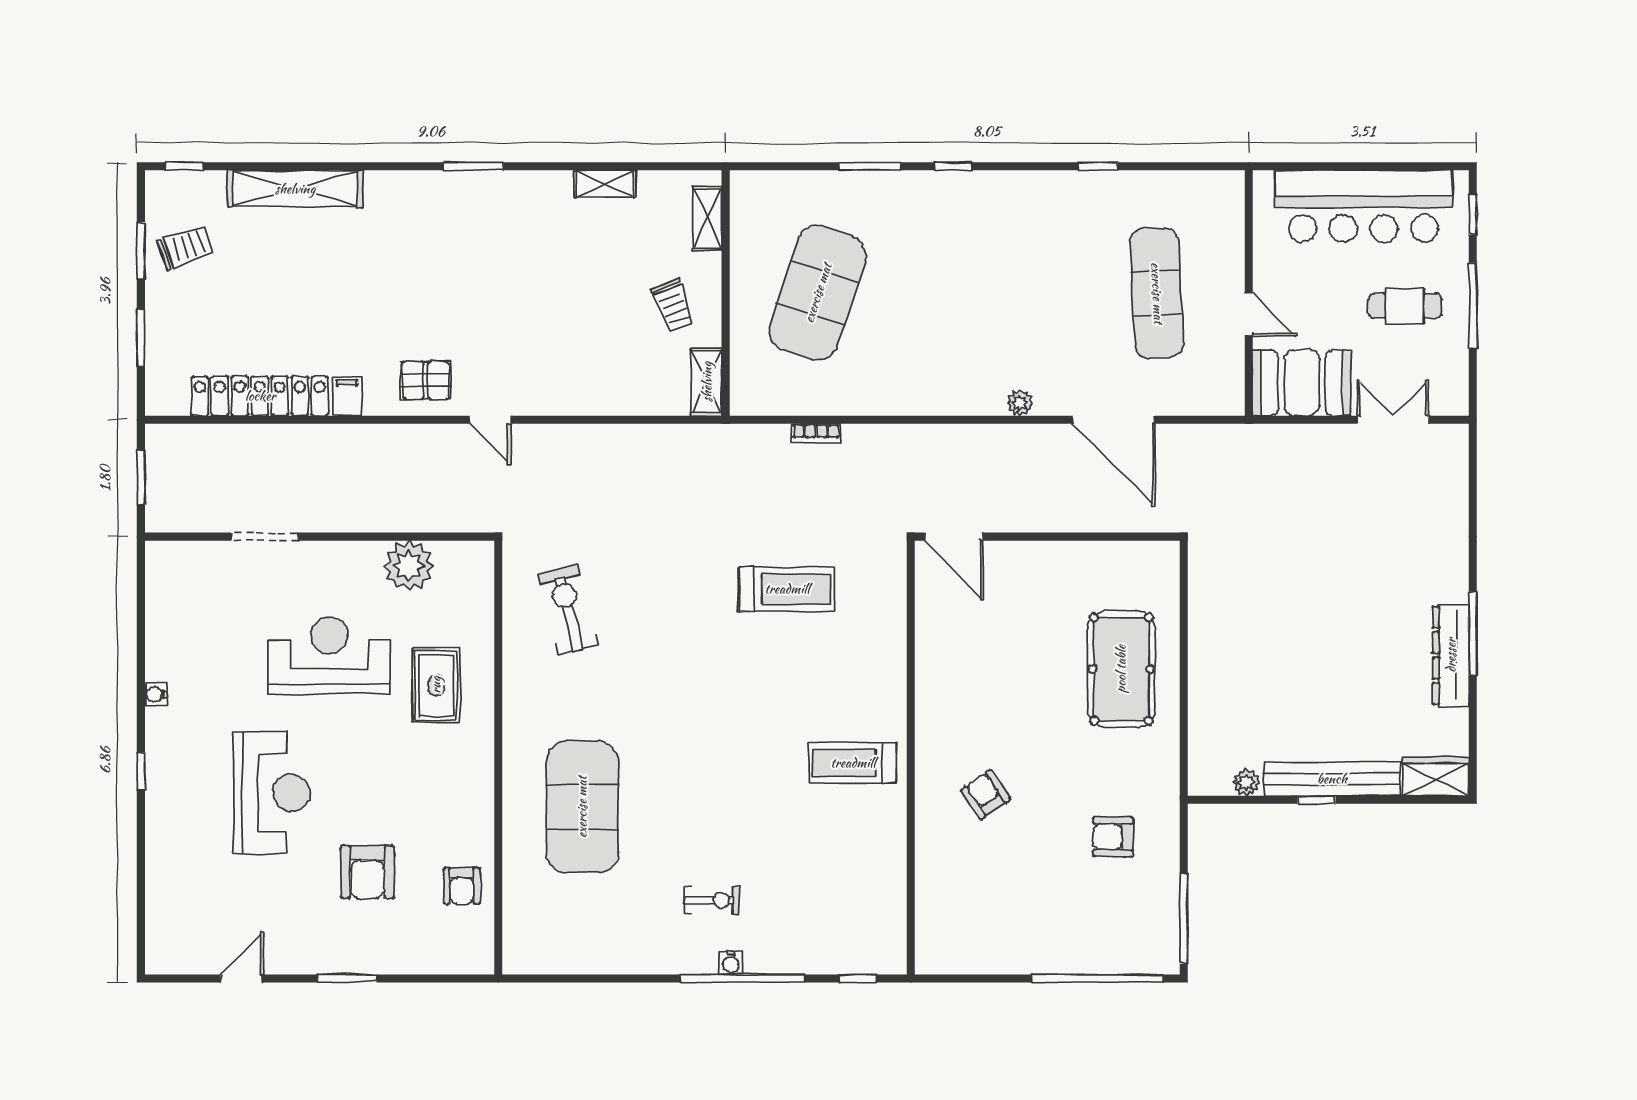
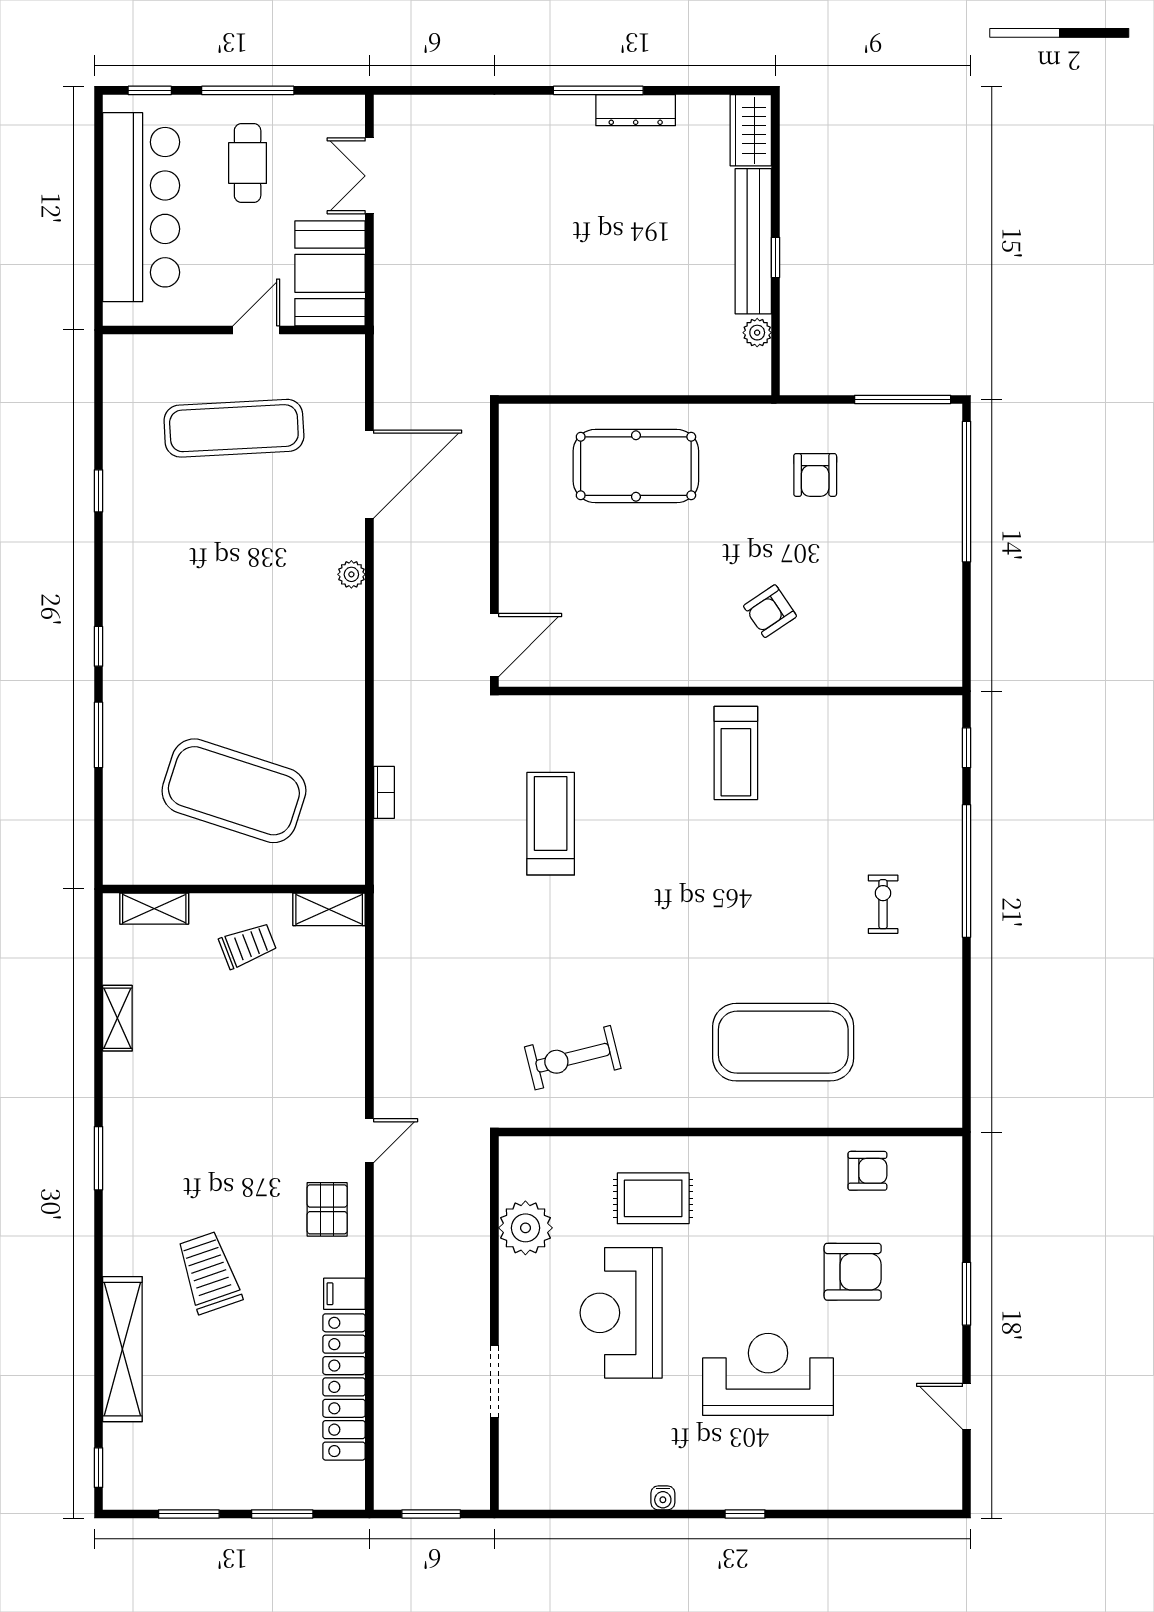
trolley: (185, 247) -> (209, 1273), moved, width x1.36, depth x1.39
dresser: (1451, 655) -> (636, 110), width x0.73, depth x0.80
water cooler: (731, 963) -> (950, 883), removed

